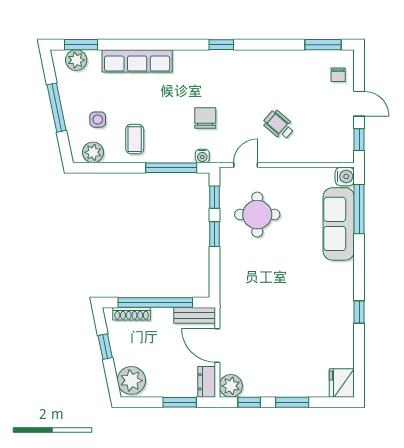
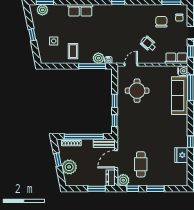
row of seats: (137, 61) -> (80, 10), width x0.68
window: (57, 108) -> (32, 35), width x0.46
chair: (205, 118) -> (161, 22), moved
plant: (93, 152) -> (98, 58), moved
row of seats: (333, 153) -> (176, 58), added
window: (214, 197) -> (115, 121), moved
door: (217, 345) -> (116, 159), hinge flipped
cafe table: (264, 355) -> (141, 164), added
plant: (131, 380) -> (69, 167), moved
fridge: (342, 383) -> (181, 155), moved

